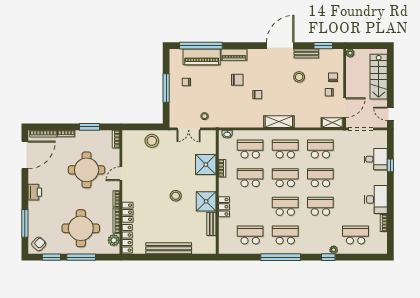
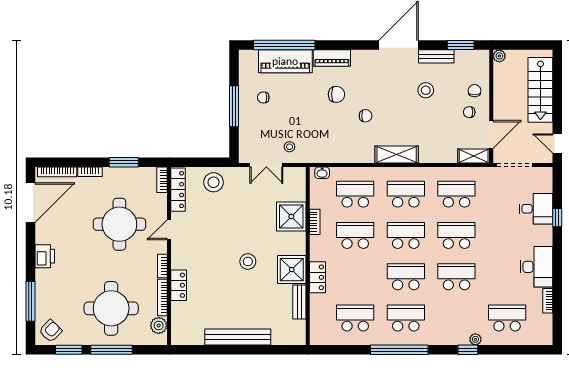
locker: (127, 239) -> (178, 190), moved

